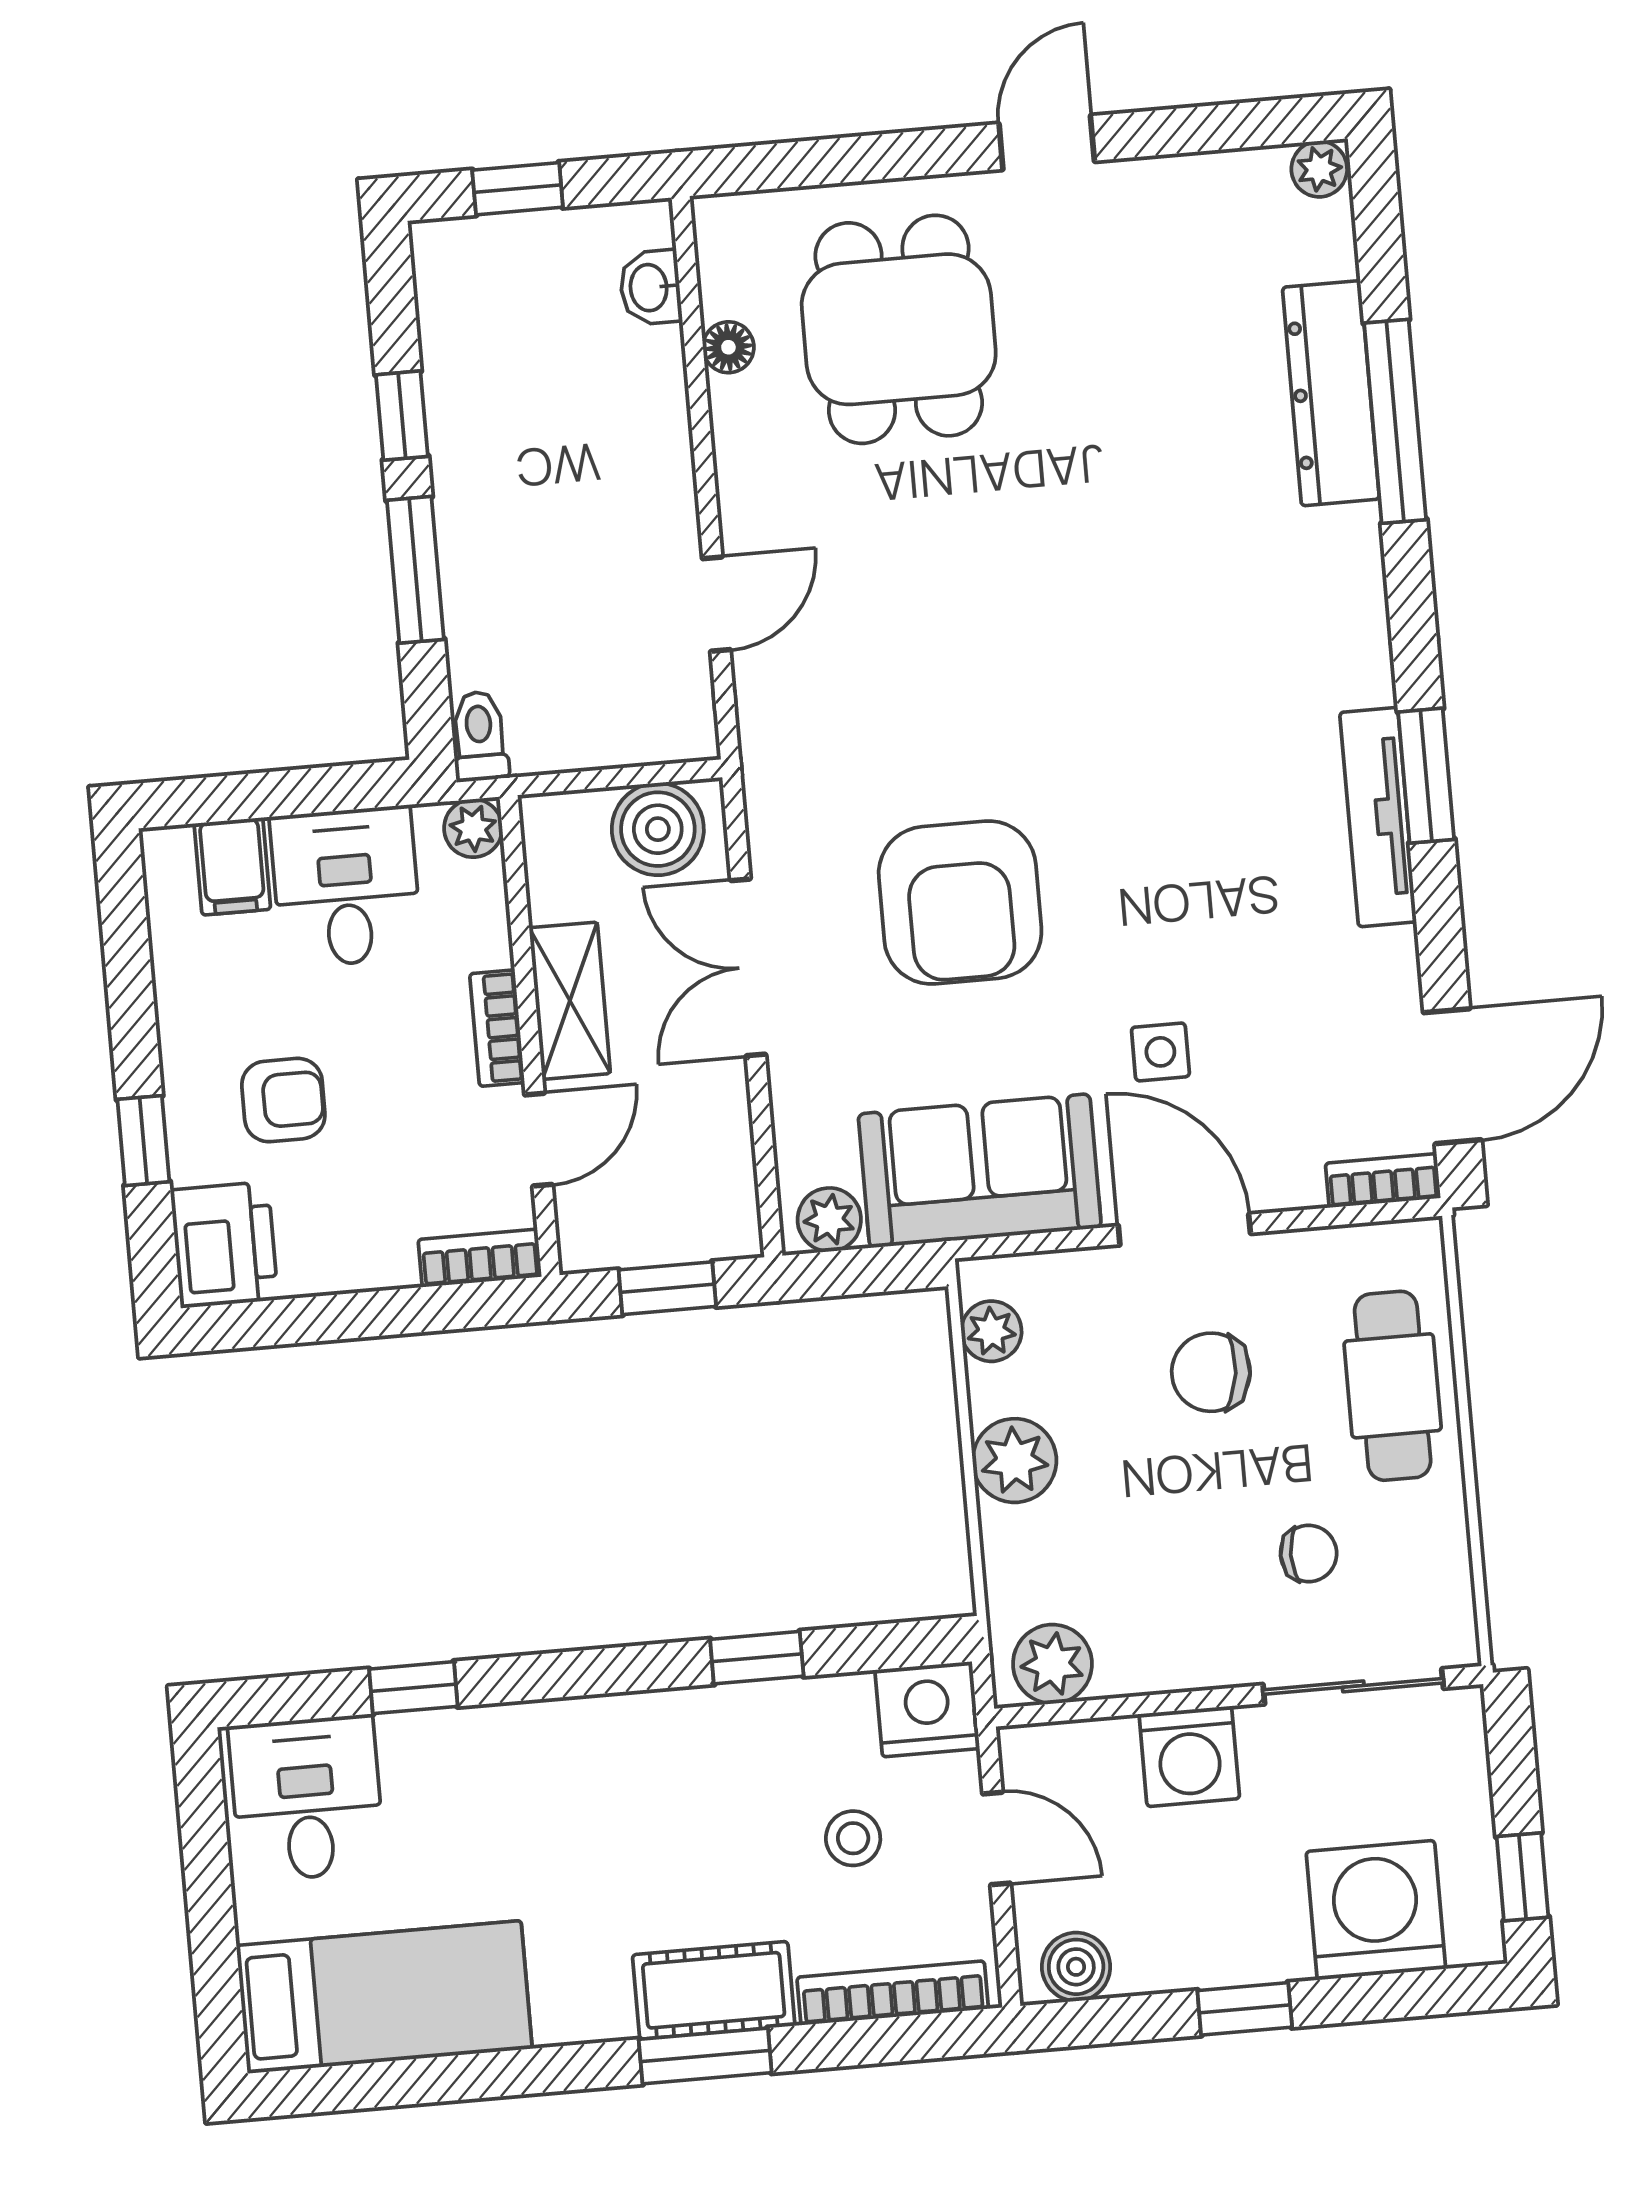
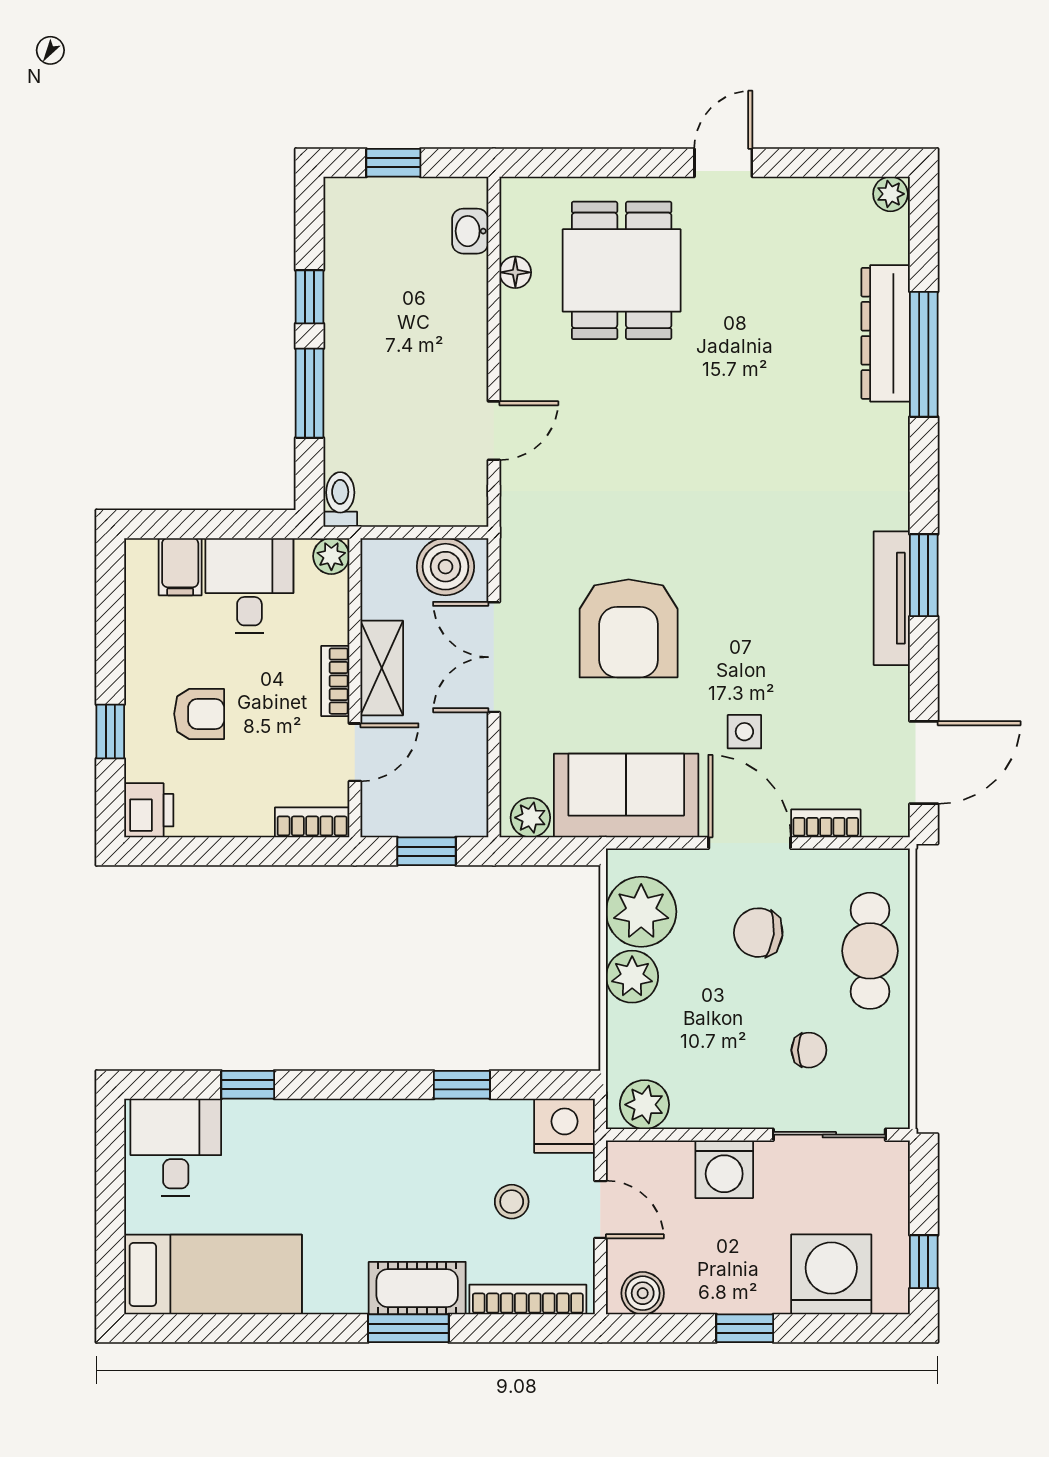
bookcase: (1383, 1181) -> (826, 823), moved
printer: (224, 1245) -> (149, 810), width x0.73, depth x0.81
plant: (991, 1331) -> (641, 912), width x1.87, depth x1.87

